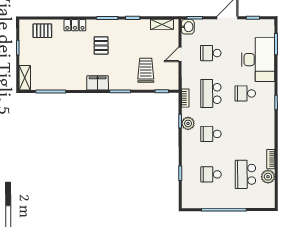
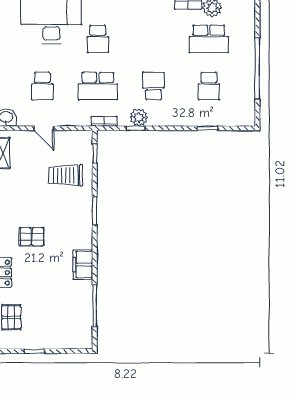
shelving: (25, 78) -> (76, 342), removed
filing cabinet: (98, 83) -> (83, 265), moved
school desk: (211, 134) -> (153, 86), turned 180

